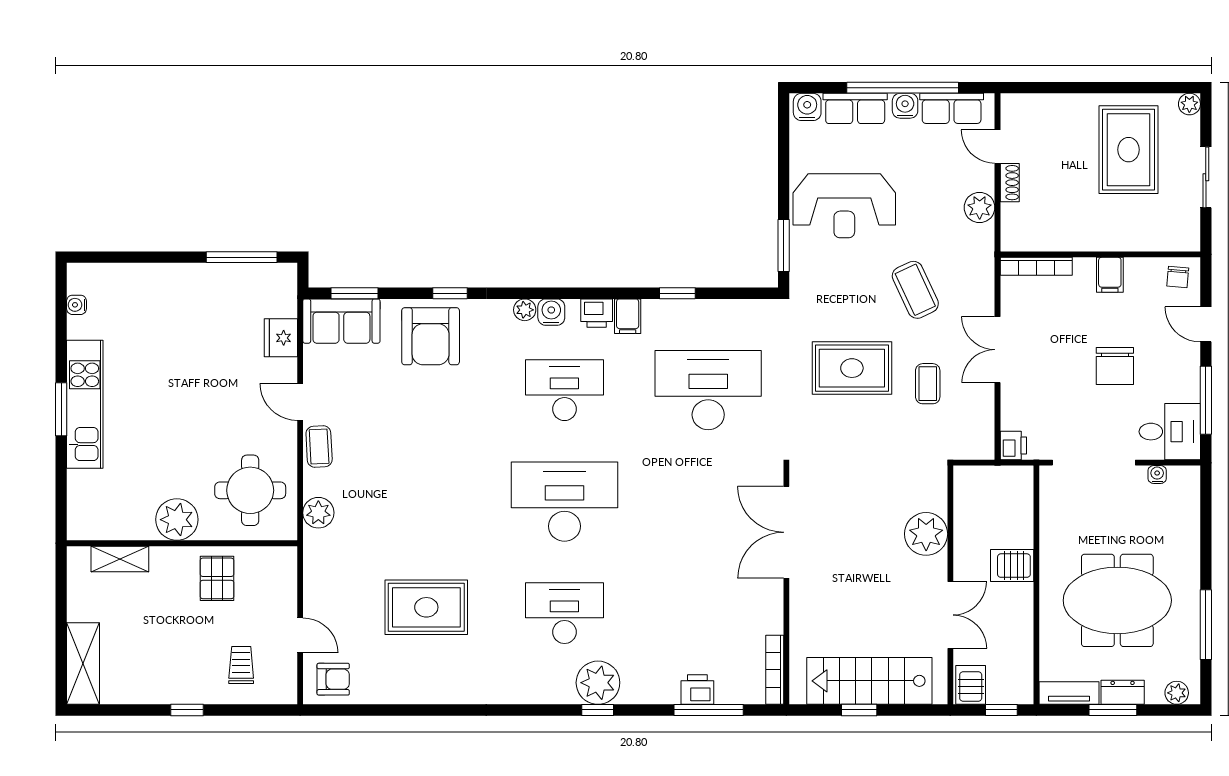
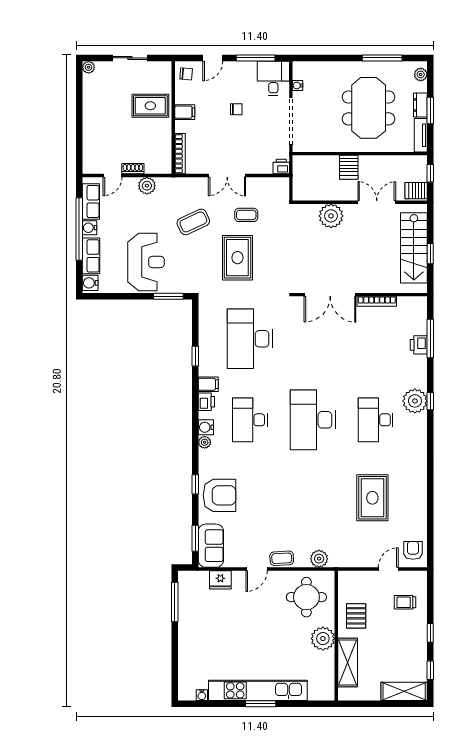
rug: (1129, 150) -> (150, 106), moved, width x0.73, depth x0.70
chair: (1115, 366) -> (236, 109), width x0.54, depth x0.54
kitchen unit: (85, 404) -> (258, 690), width x1.36
shelving: (120, 559) -> (348, 663), width x1.50, depth x1.33
pallet: (217, 578) -> (356, 616), turned 90
bookcase: (775, 670) -> (377, 301), moved
window: (121, 710) -> (430, 670), added

